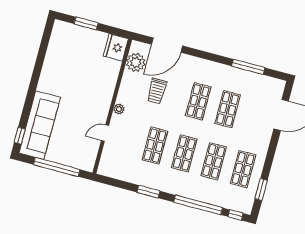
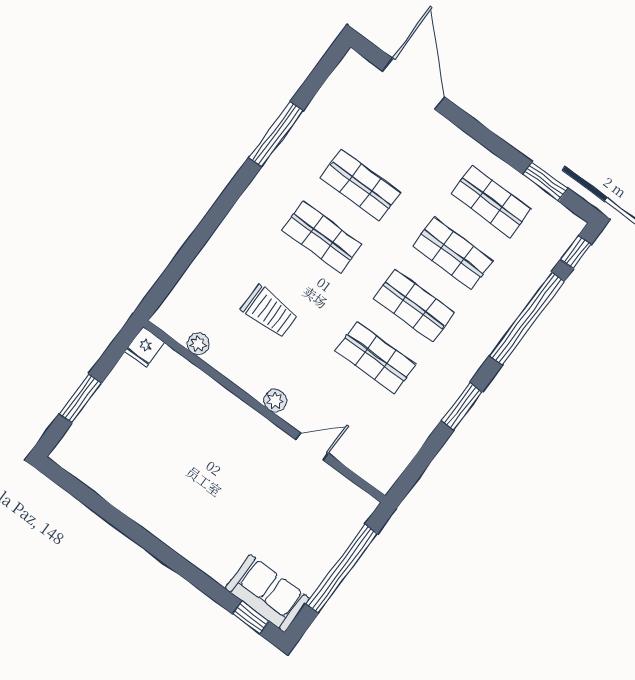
door: (167, 45) -> (186, 255), removed
fridge: (116, 47) -> (145, 347), width x0.53, depth x0.75
plant: (136, 62) -> (198, 344), width x0.53, depth x0.53
window: (248, 67) -> (276, 134), moved
sofa: (40, 125) -> (267, 593), width x0.54, depth x0.79
door: (105, 133) -> (312, 447), swing flipped

